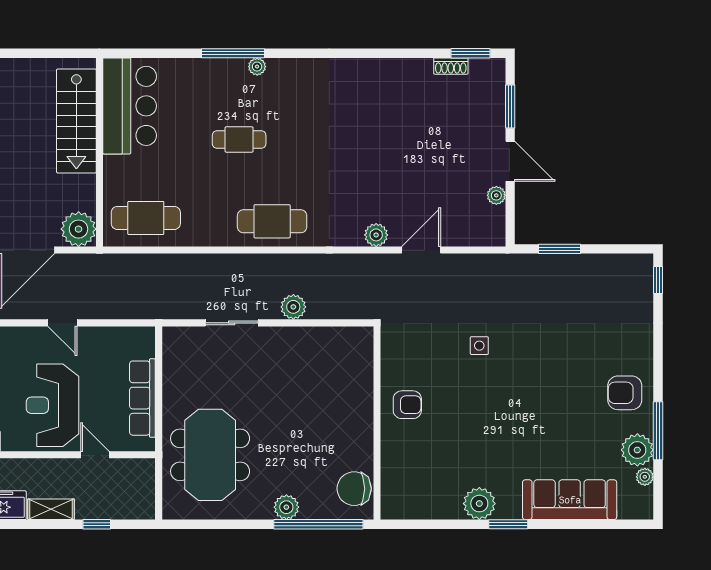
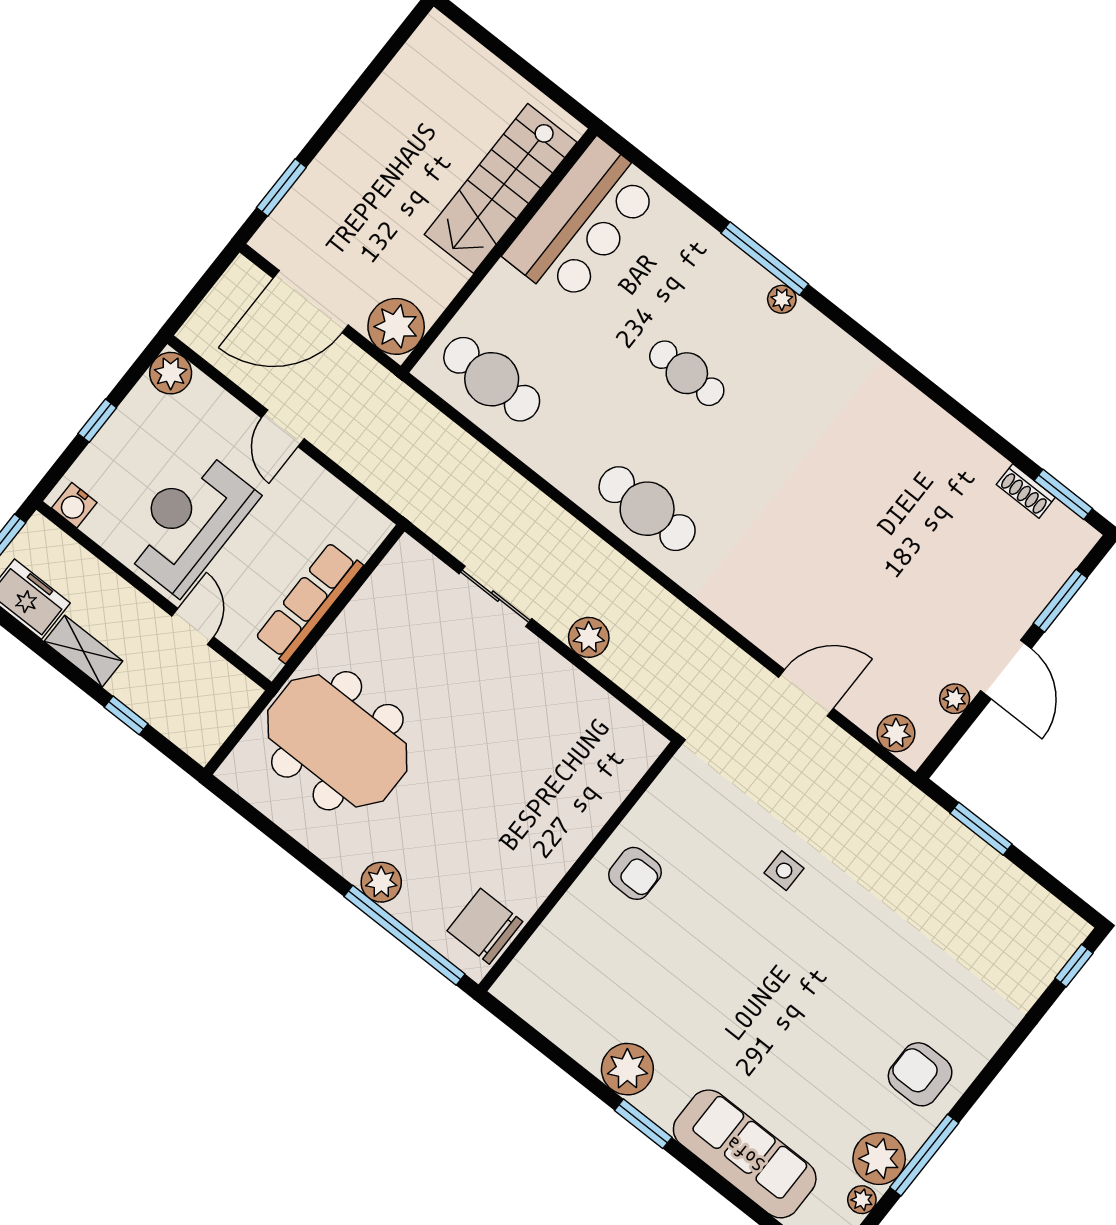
plant: (376, 235) -> (896, 733), moved
meeting table: (210, 455) -> (337, 741), turned 90

